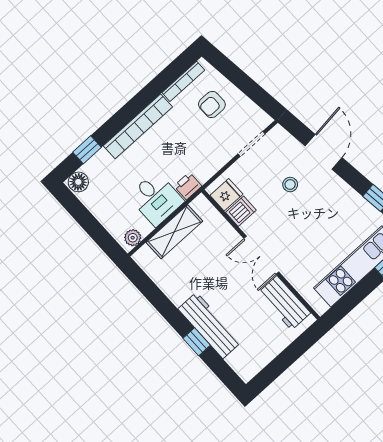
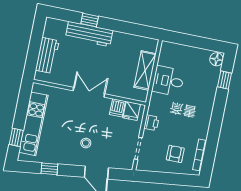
bookcase: (138, 126) -> (206, 113), removed
stool: (290, 184) -> (86, 143), moved
printer: (188, 186) -> (151, 123), moved
plant: (133, 238) -> (165, 51), removed
workbench: (284, 303) -> (47, 56), moved, turned 90

